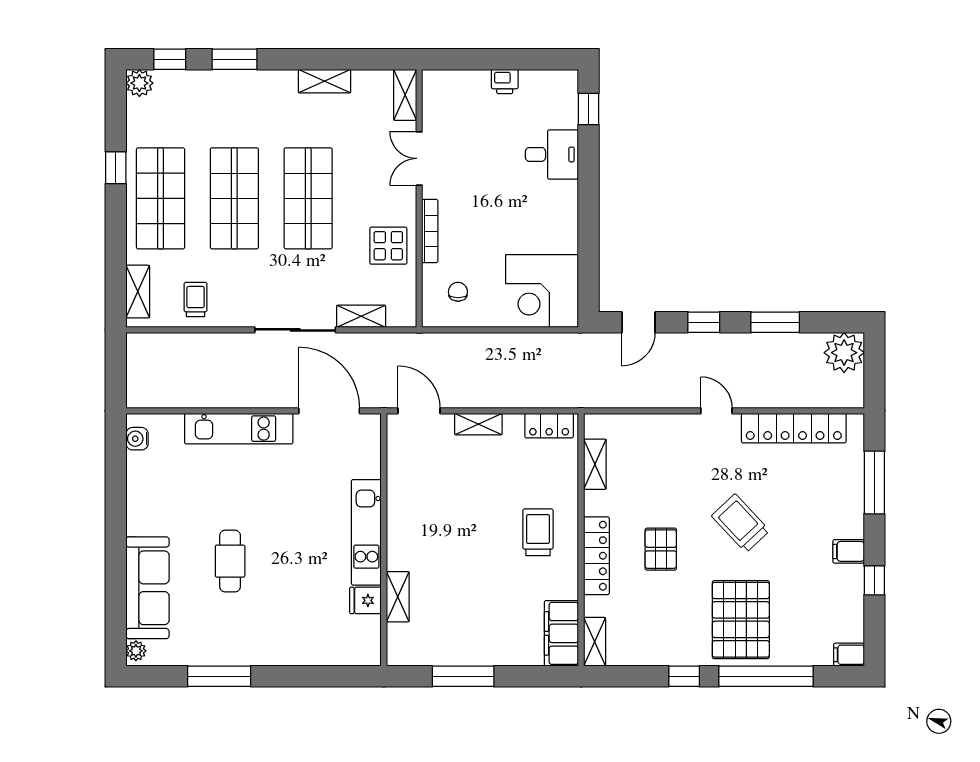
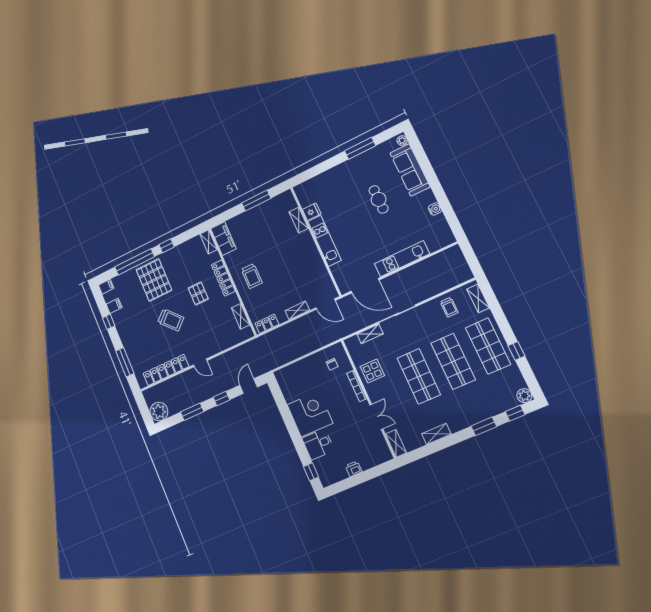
corner desk: (542, 291) -> (310, 414), moved
water cooler: (137, 439) -> (435, 209), moved
filing cabinet: (849, 551) -> (114, 306), moved

